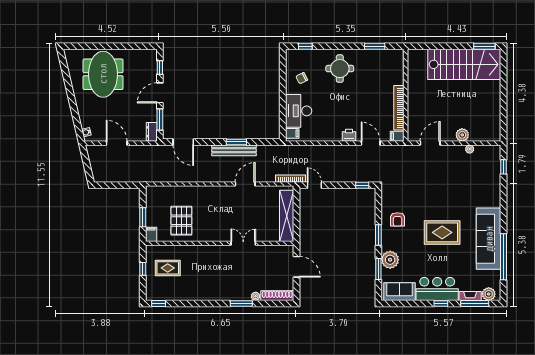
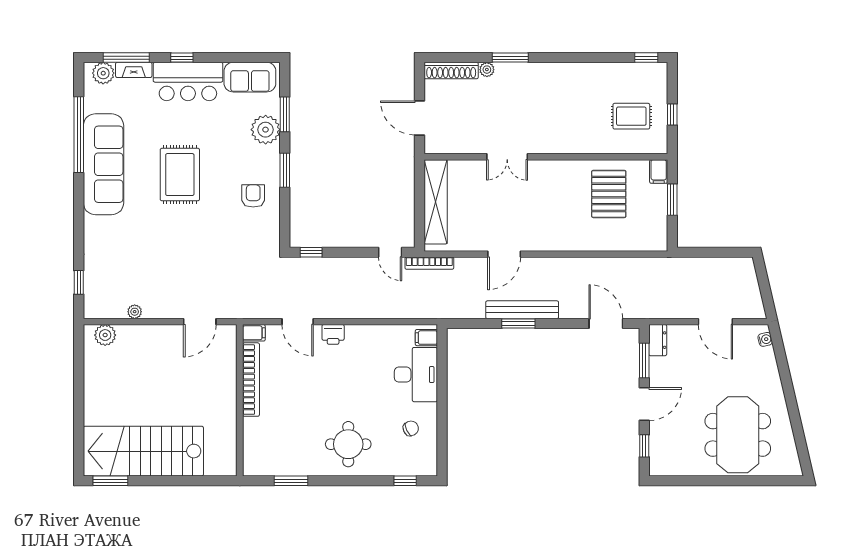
plant: (462, 135) -> (105, 335), moved
rug: (442, 232) -> (180, 175), turned 90

